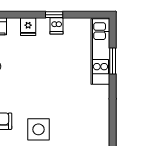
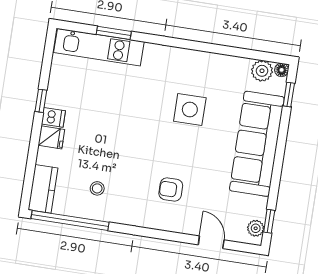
dishwasher: (56, 26) -> (53, 117), moved
side table: (38, 129) -> (190, 110), moved

